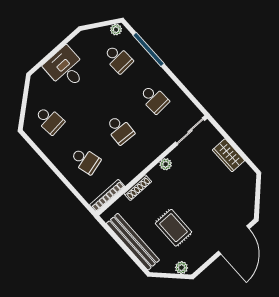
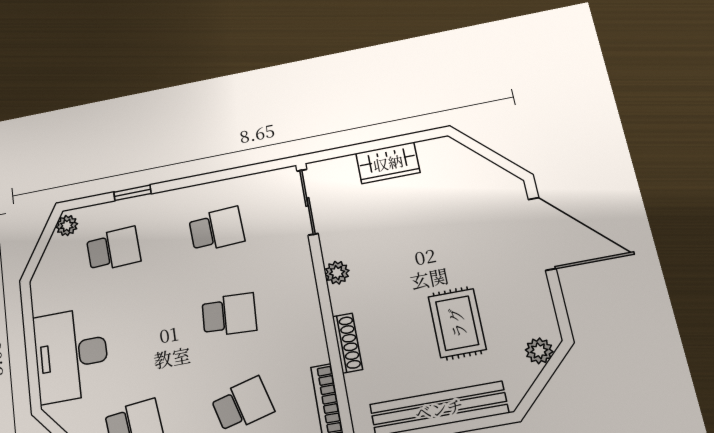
window: (149, 49) -> (133, 193), width x0.46
desk: (66, 68) -> (71, 355), width x1.37
rug: (173, 228) -> (457, 323), turned 90

